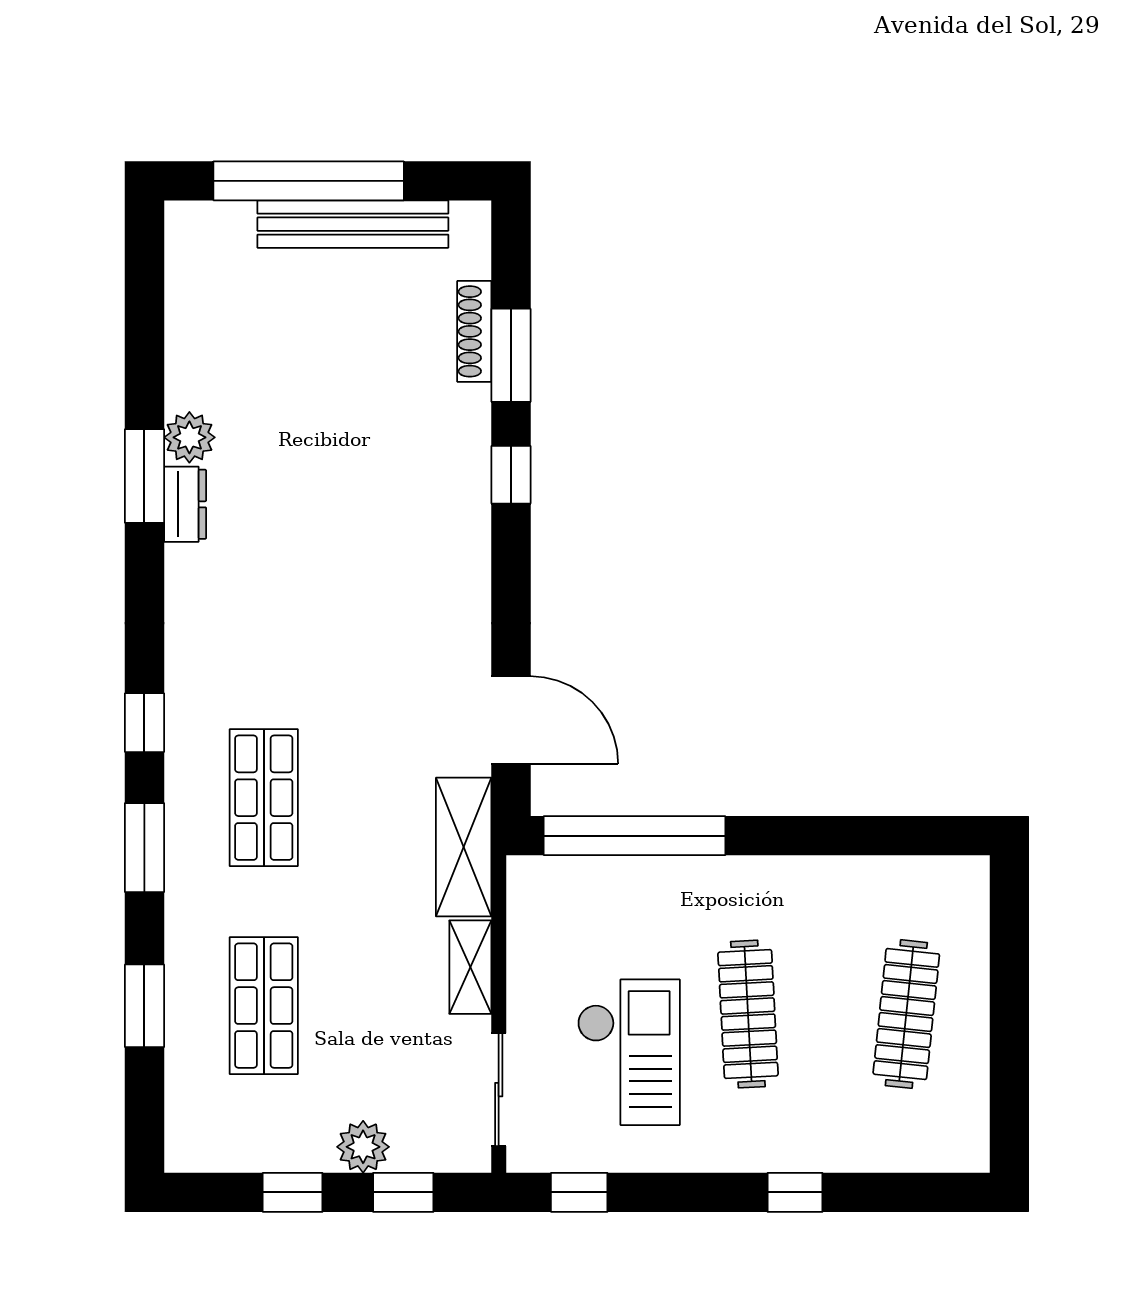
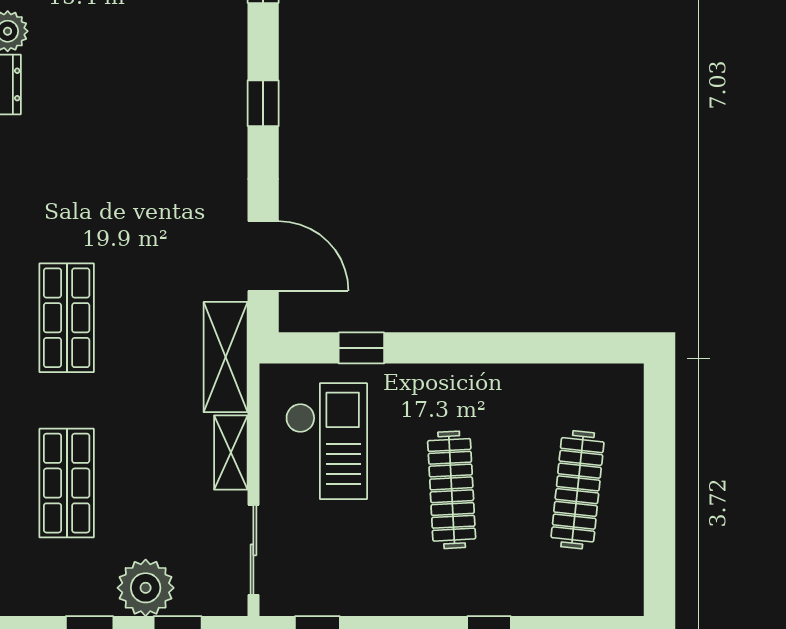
window: (511, 475) -> (263, 103), moved
window: (634, 836) -> (361, 348), width x0.32
checkout: (629, 1052) -> (326, 441), moved
plant: (363, 1147) -> (146, 588), width x1.36, depth x1.36

